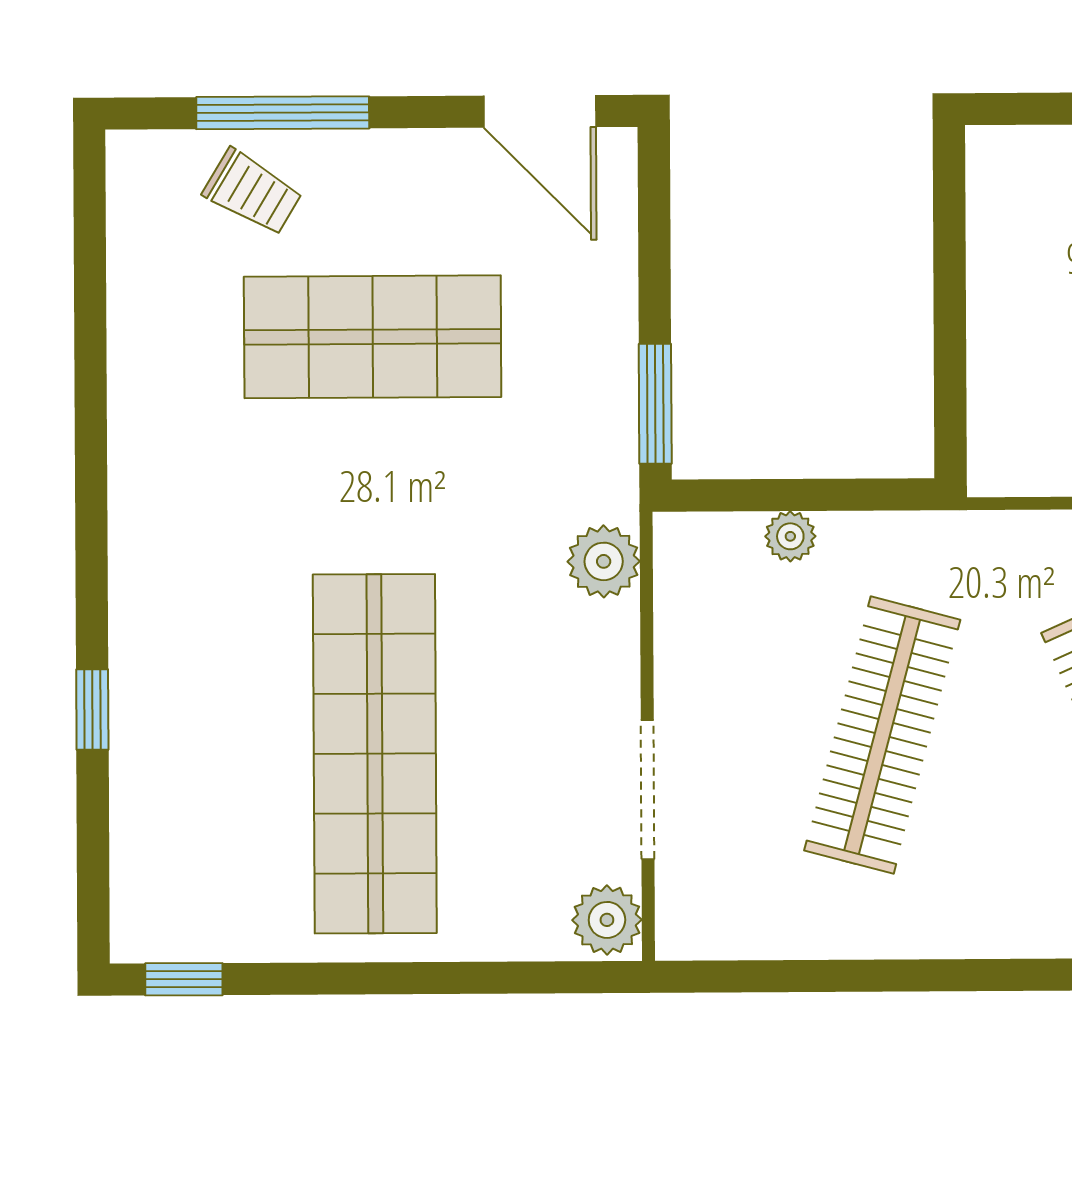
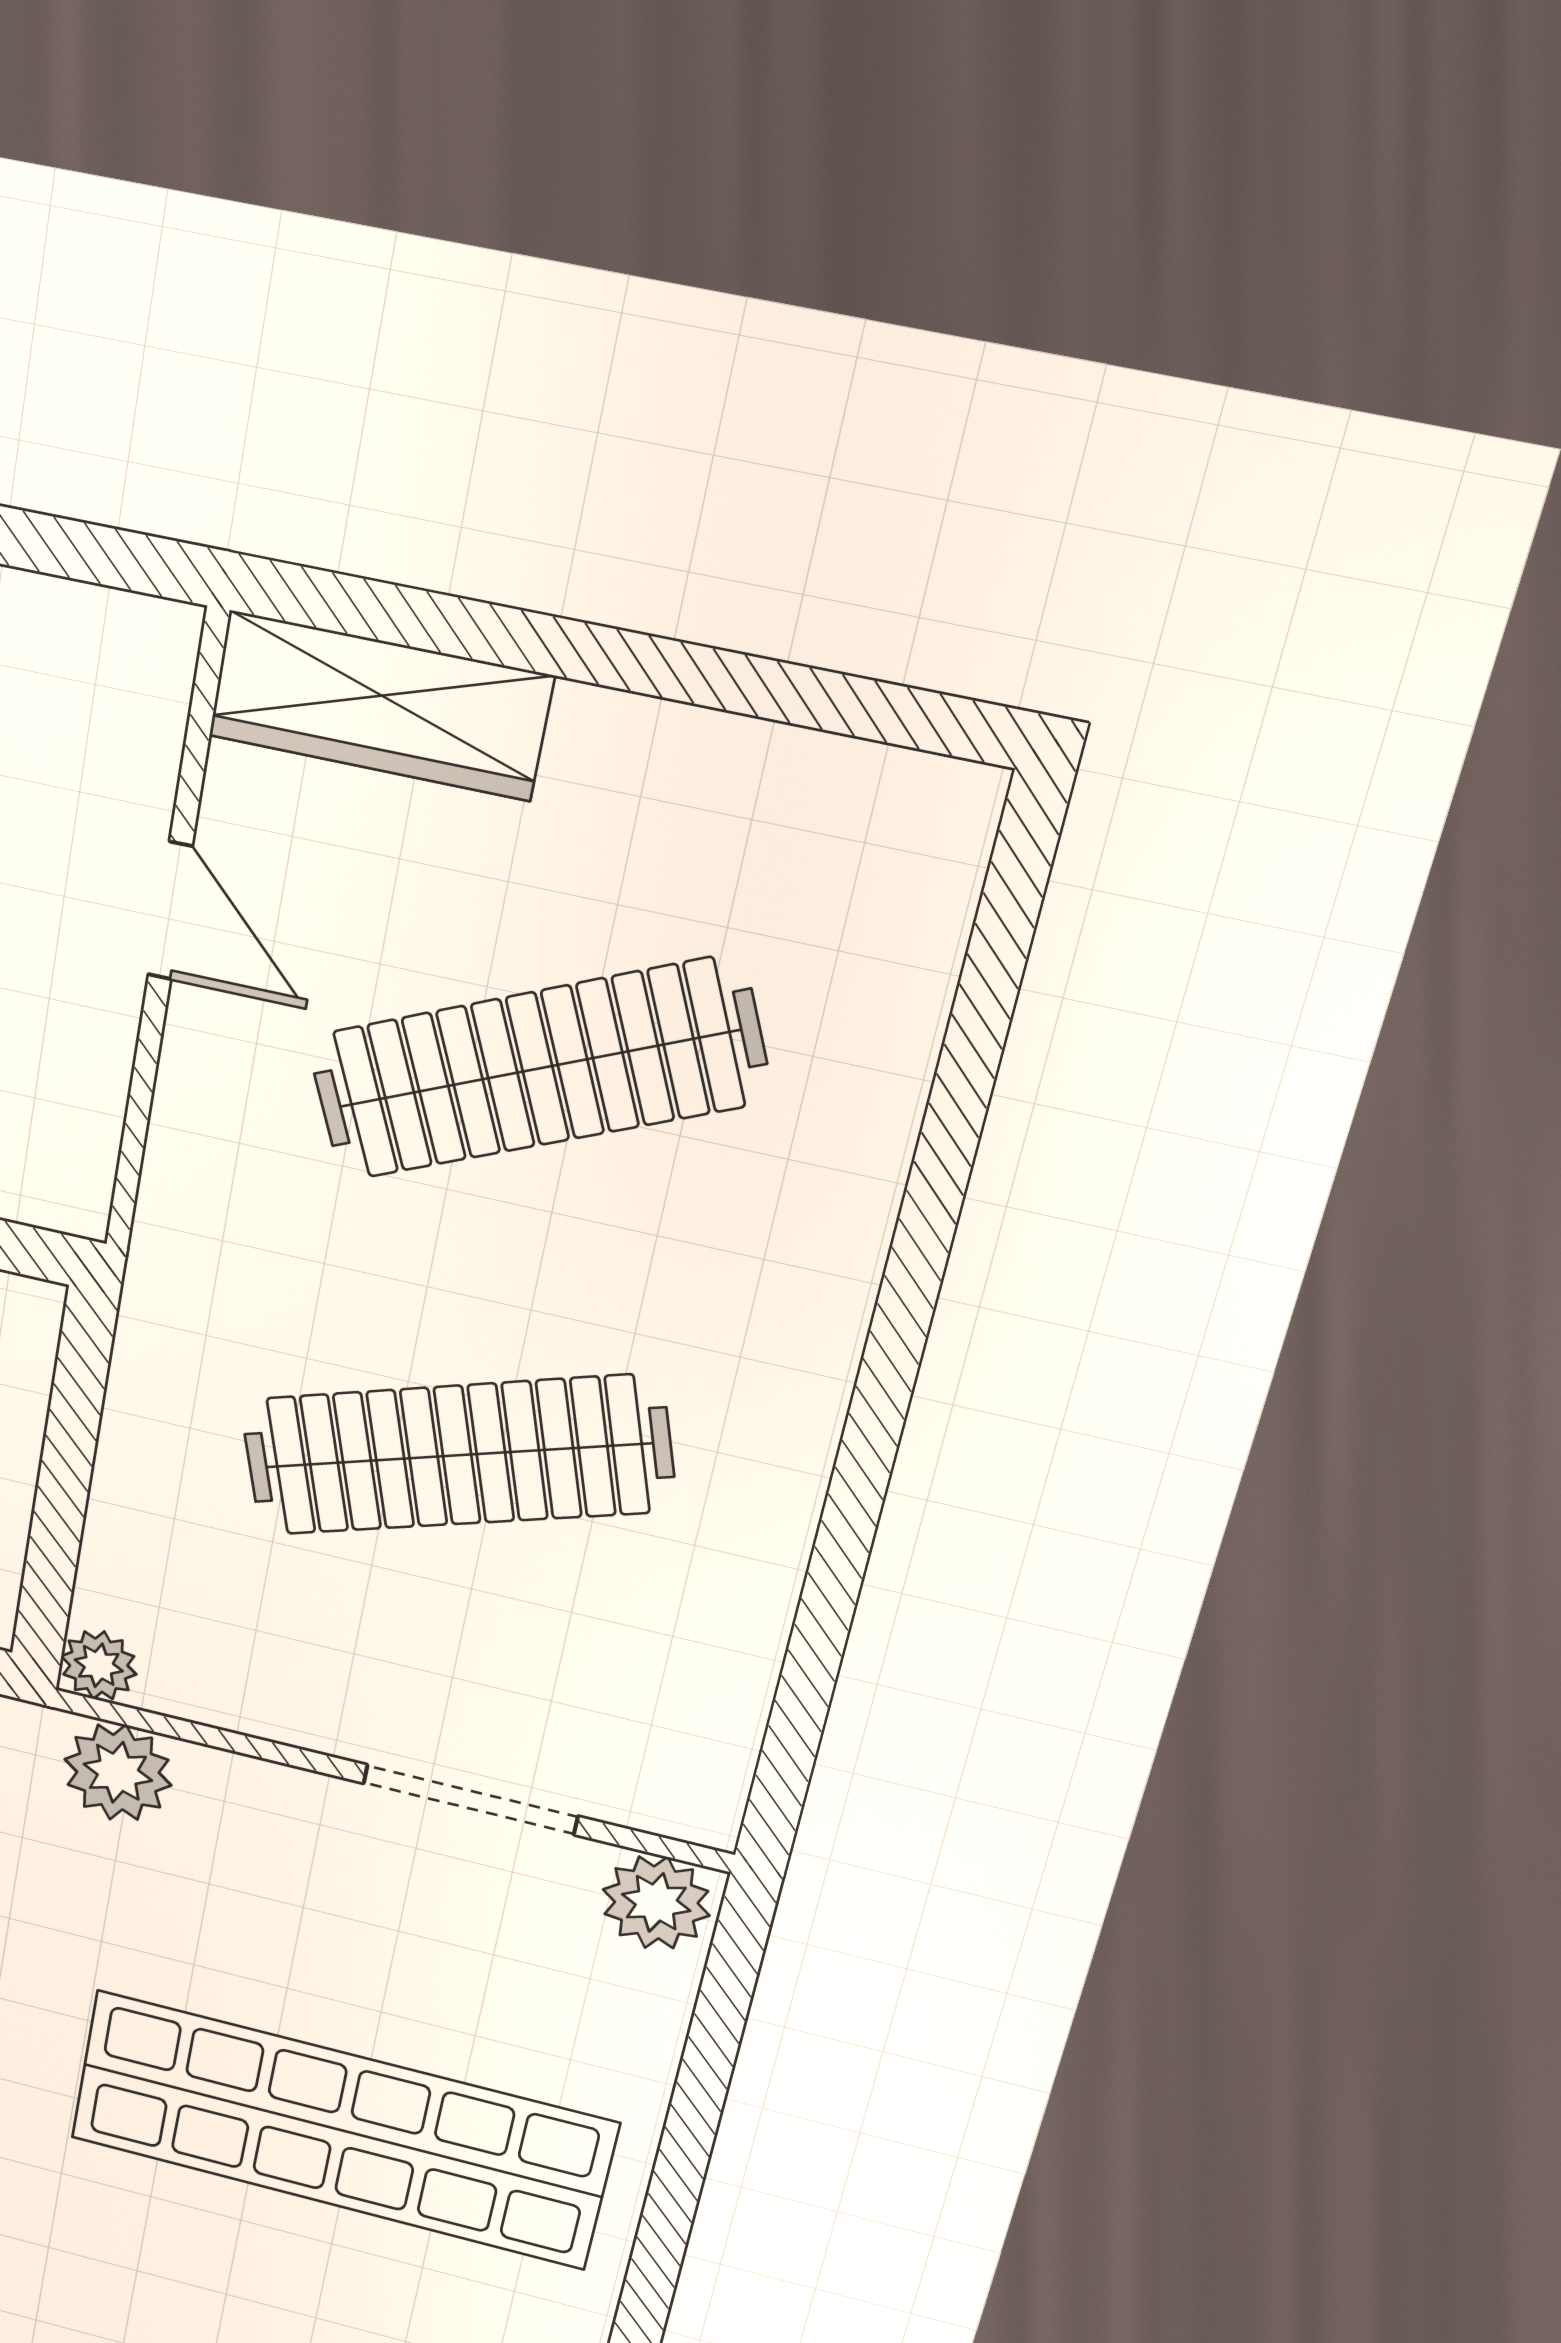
plant: (790, 536) -> (99, 1665), moved
clothes rail: (882, 735) -> (457, 1455), turned -33

